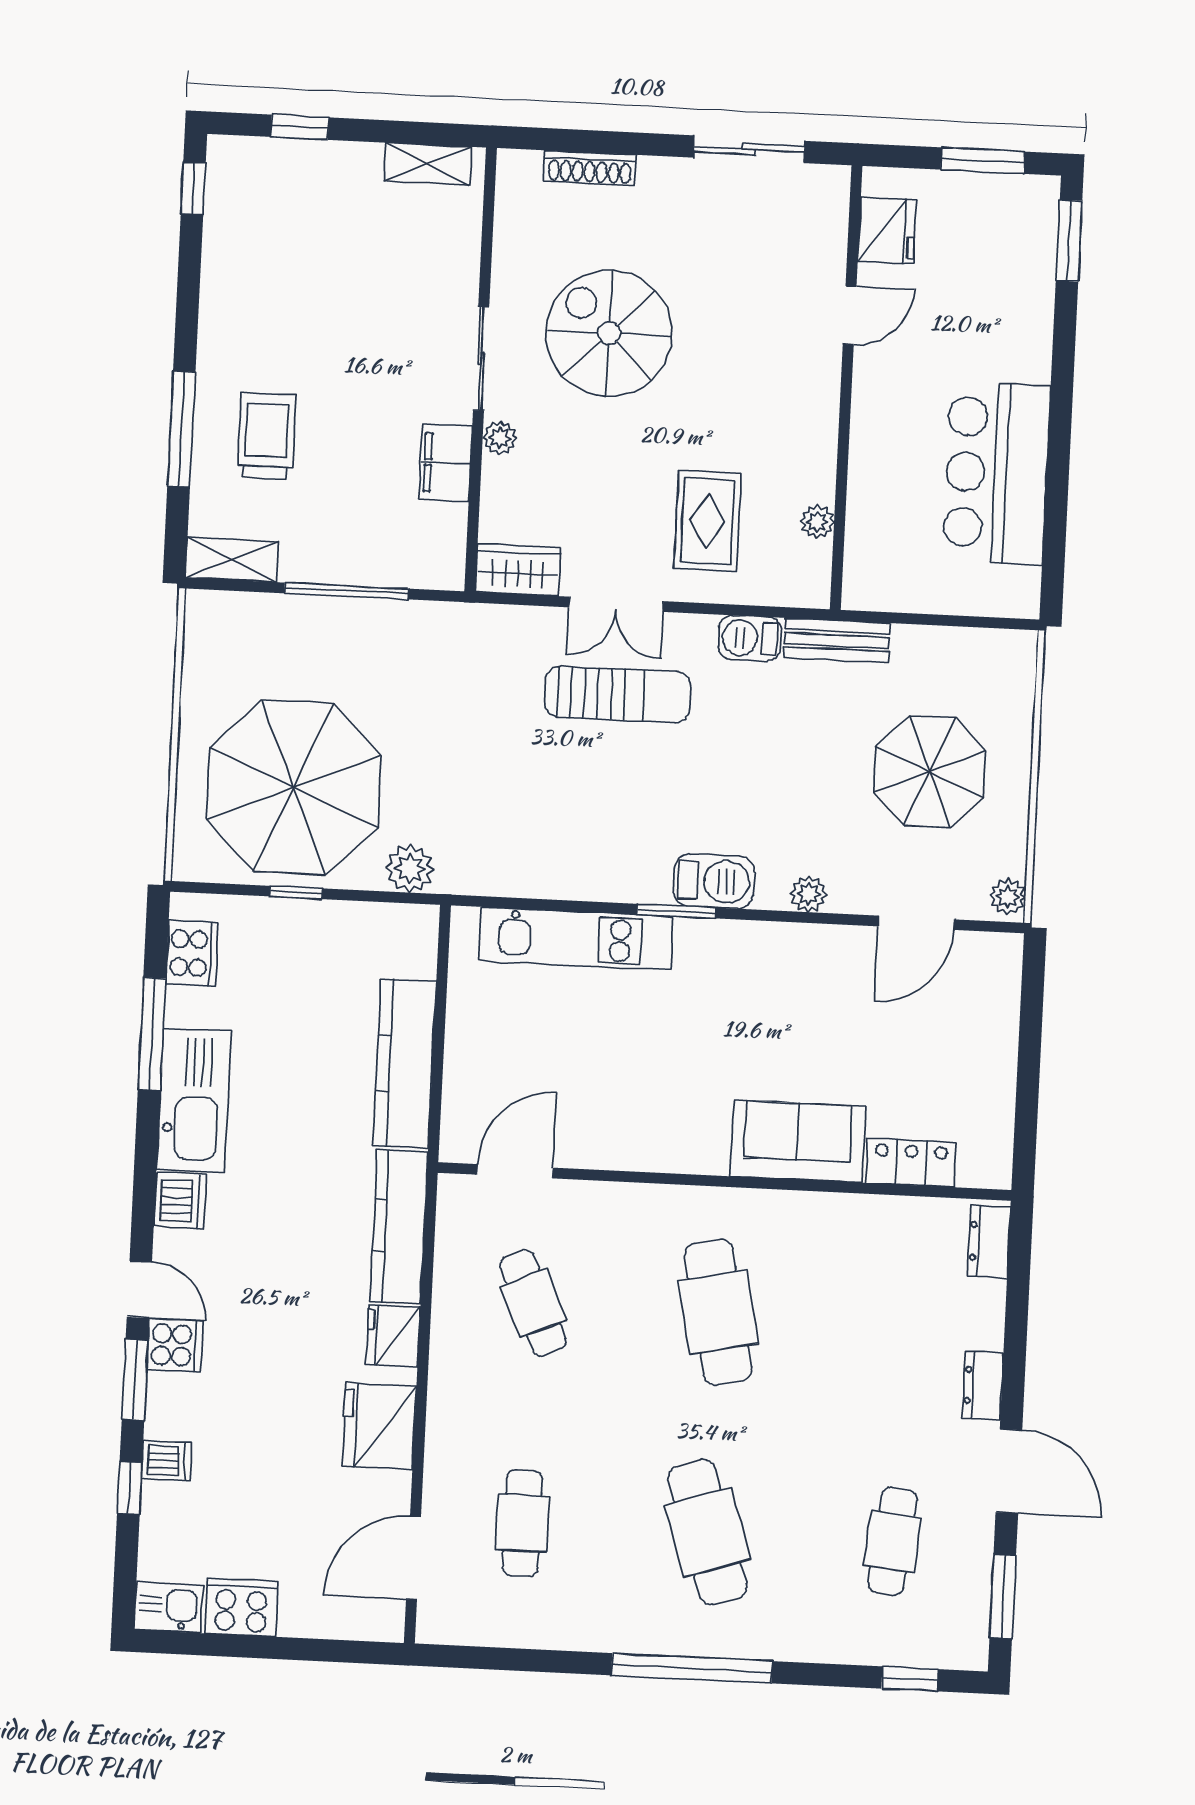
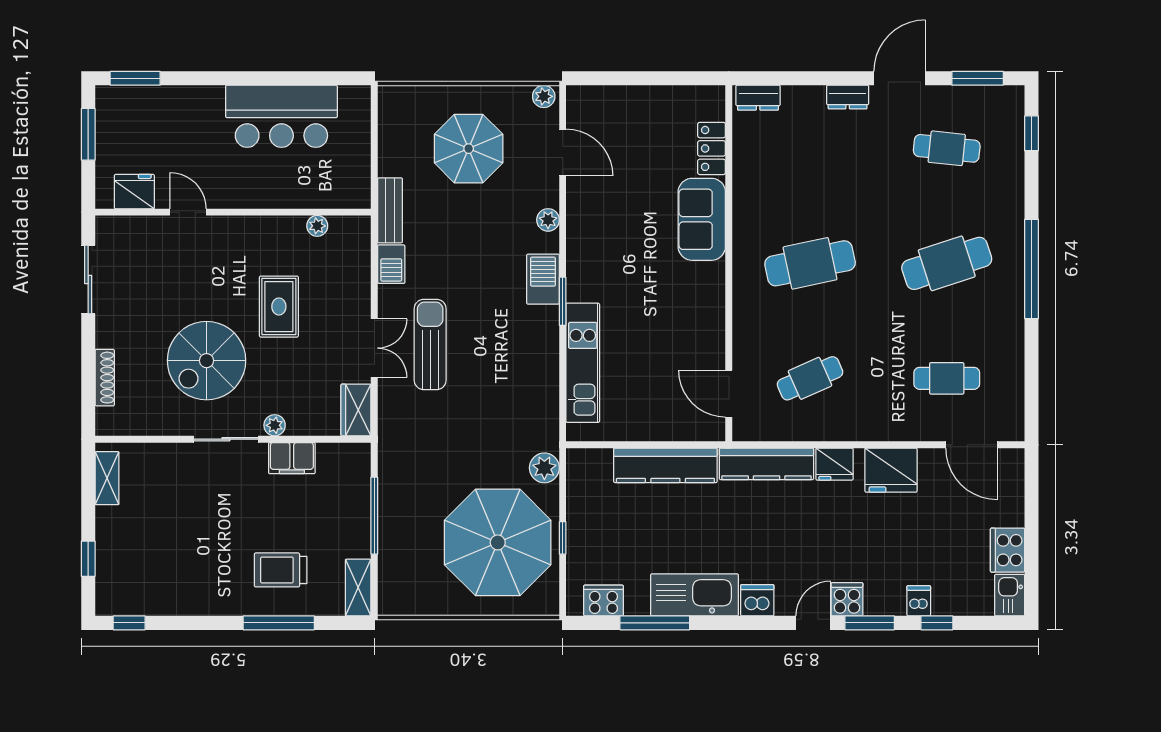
rug: (707, 521) -> (279, 307), moved, turned 90

